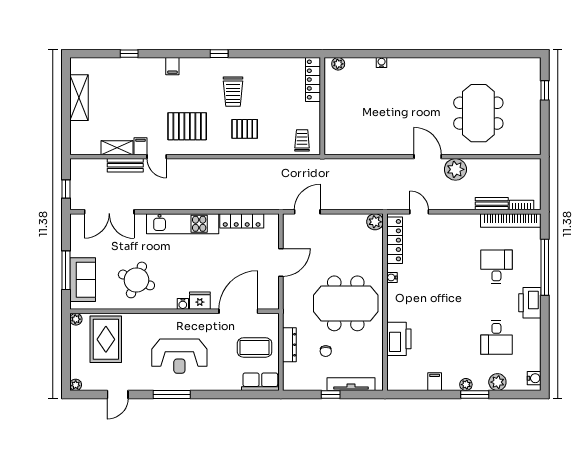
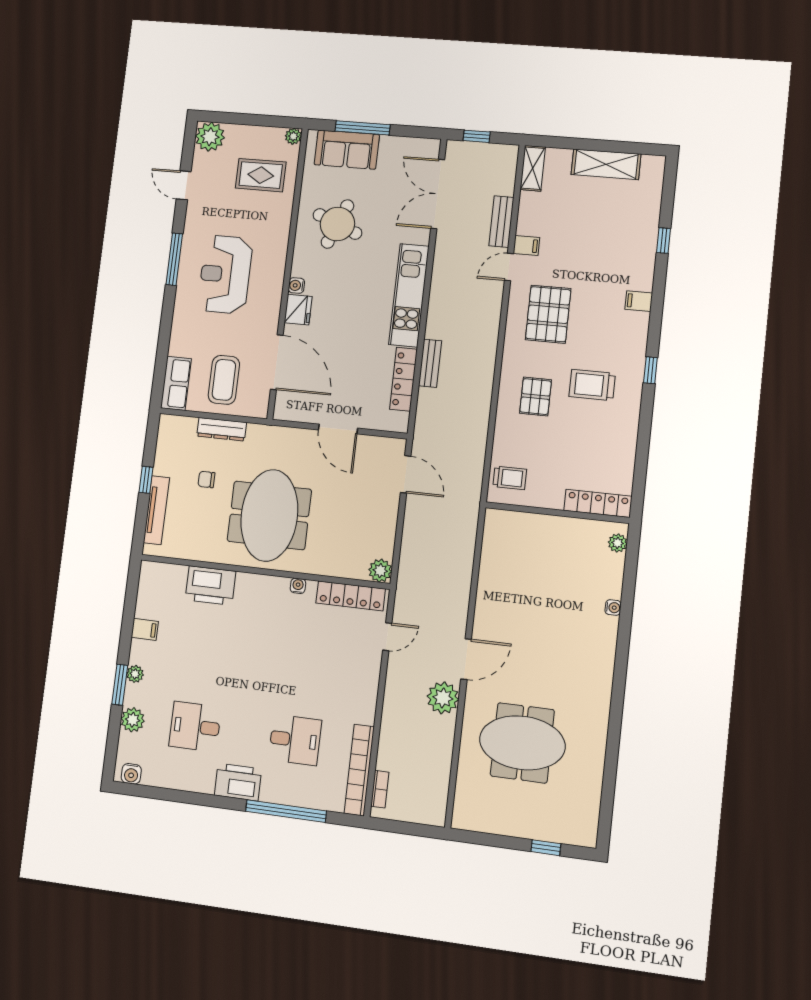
shelving: (117, 148) -> (533, 168), moved
bench: (492, 204) -> (430, 363), moved
rug: (106, 339) -> (261, 175), width x0.73, depth x0.70
plant: (76, 385) -> (210, 137), width x1.88, depth x1.88

